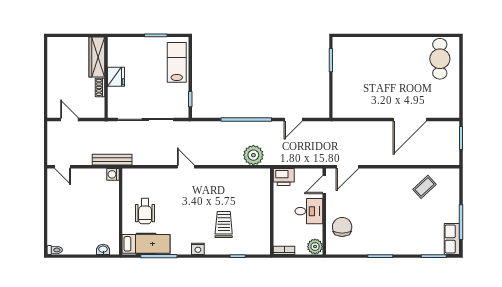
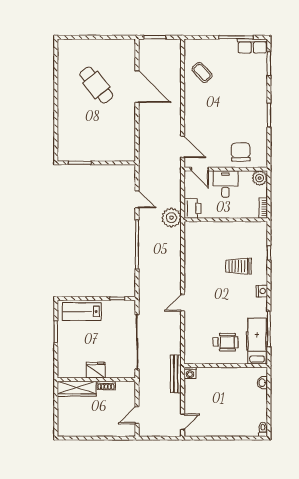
cafe table: (440, 59) -> (96, 85), moved, turned 51
plant: (253, 155) -> (171, 218), moved
chair: (342, 227) -> (241, 152), turned 89

